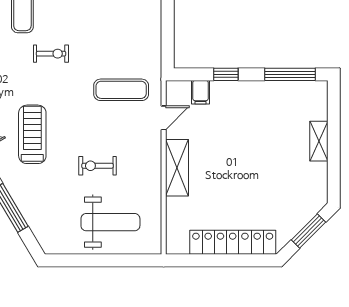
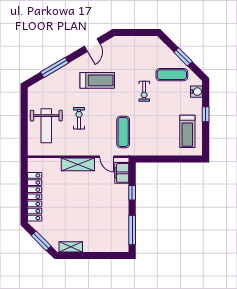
filing cabinet: (201, 92) -> (122, 173), width x2.00
shelving: (319, 141) -> (71, 247), moved

